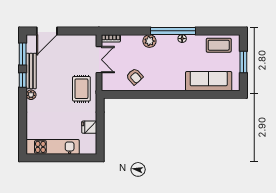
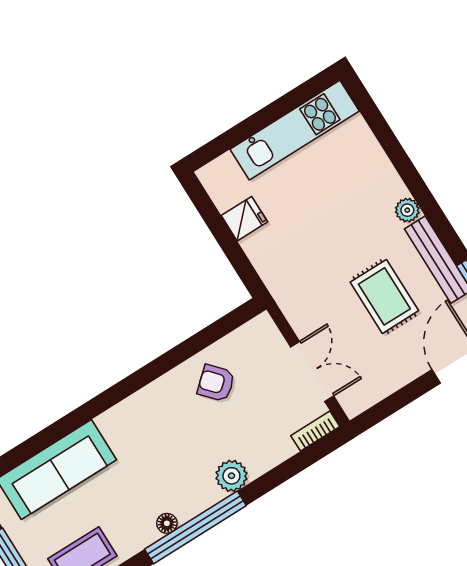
double door: (99, 60) -> (312, 371), swing flipped
window: (23, 80) -> (444, 230), removed
rug: (81, 89) -> (384, 296), moved

